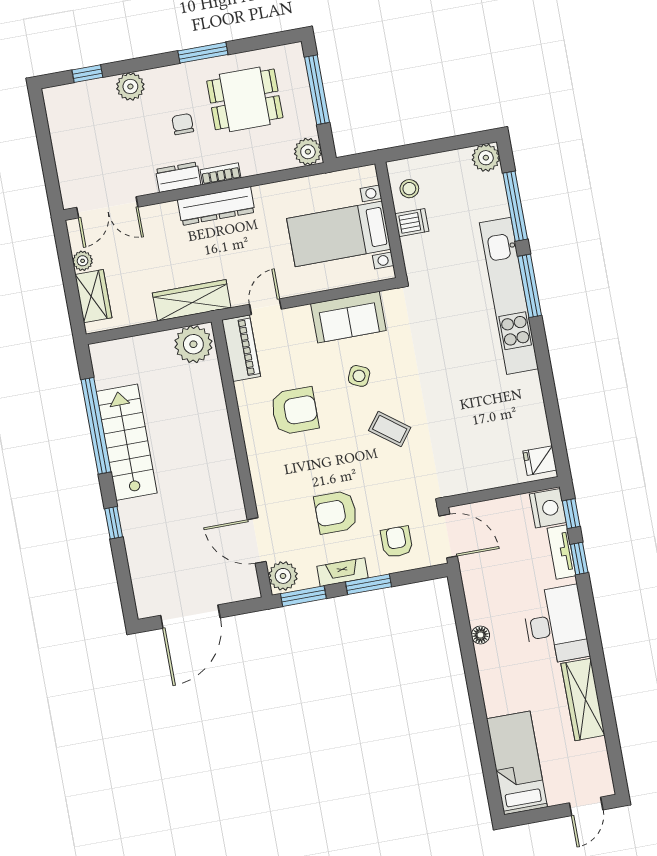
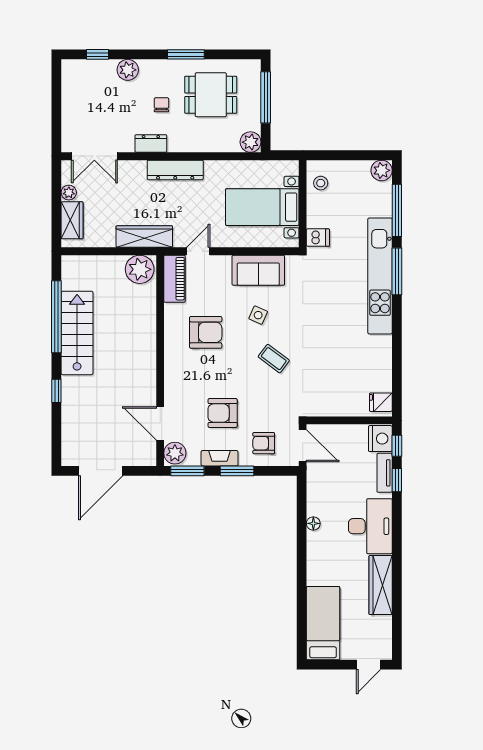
bookcase: (221, 174) -> (183, 147), removed
dishwasher: (412, 223) -> (318, 238), moved
armchair: (397, 542) -> (264, 443), turned -90

